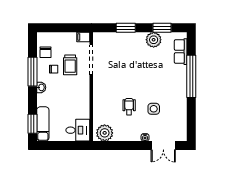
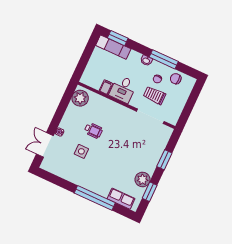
filing cabinet: (83, 37) -> (106, 87), moved
desk: (78, 130) -> (123, 89), moved

